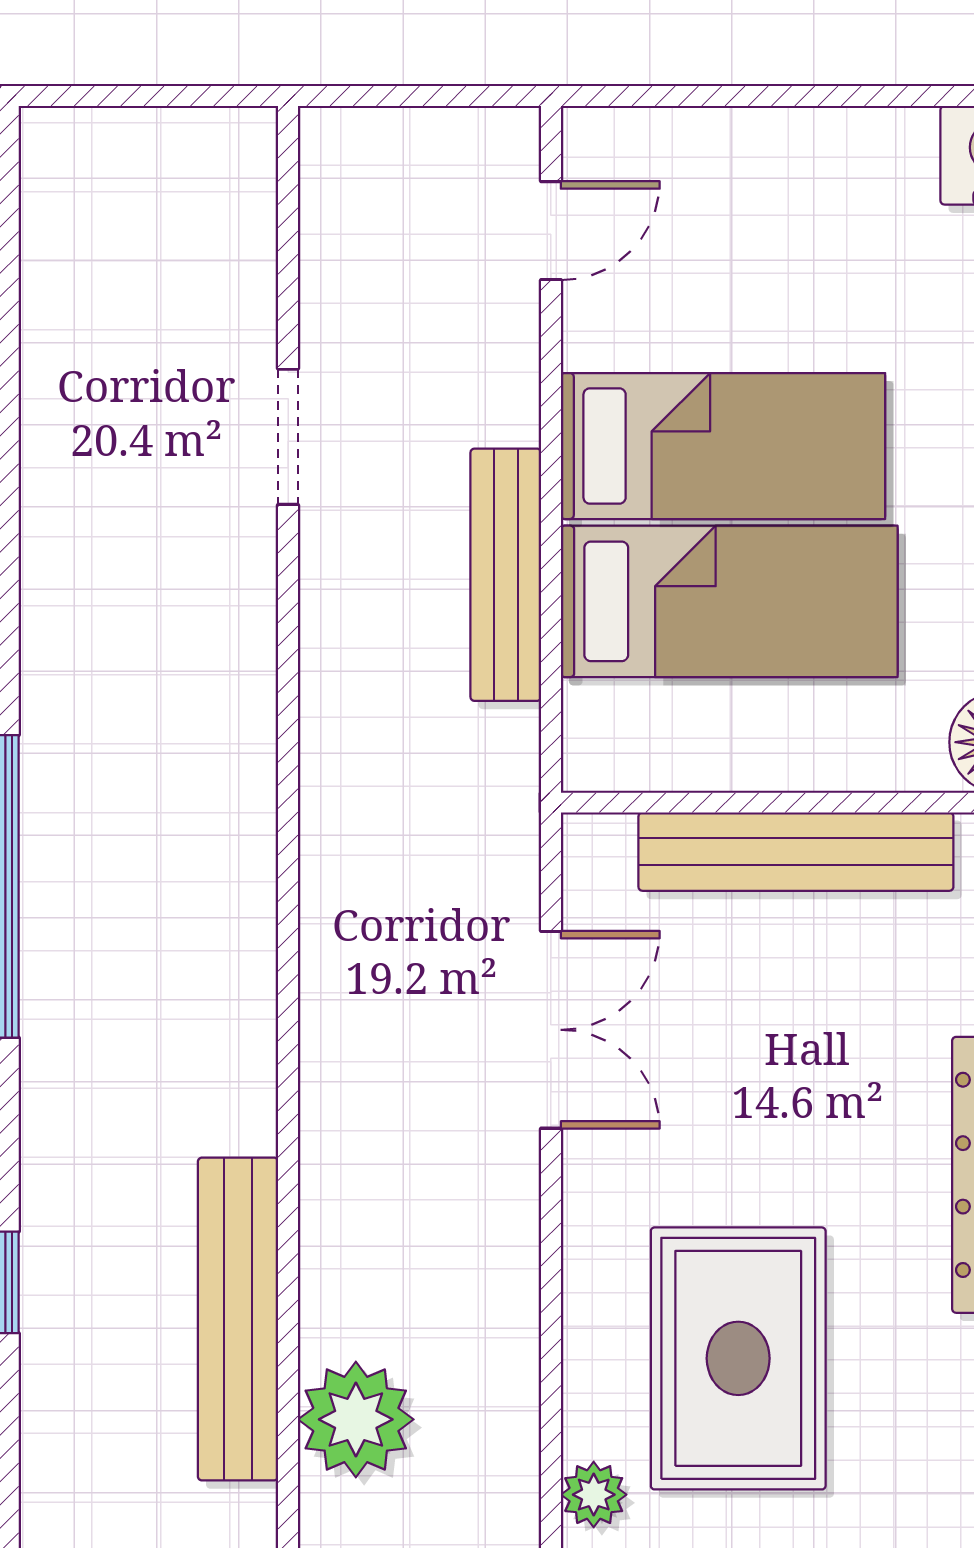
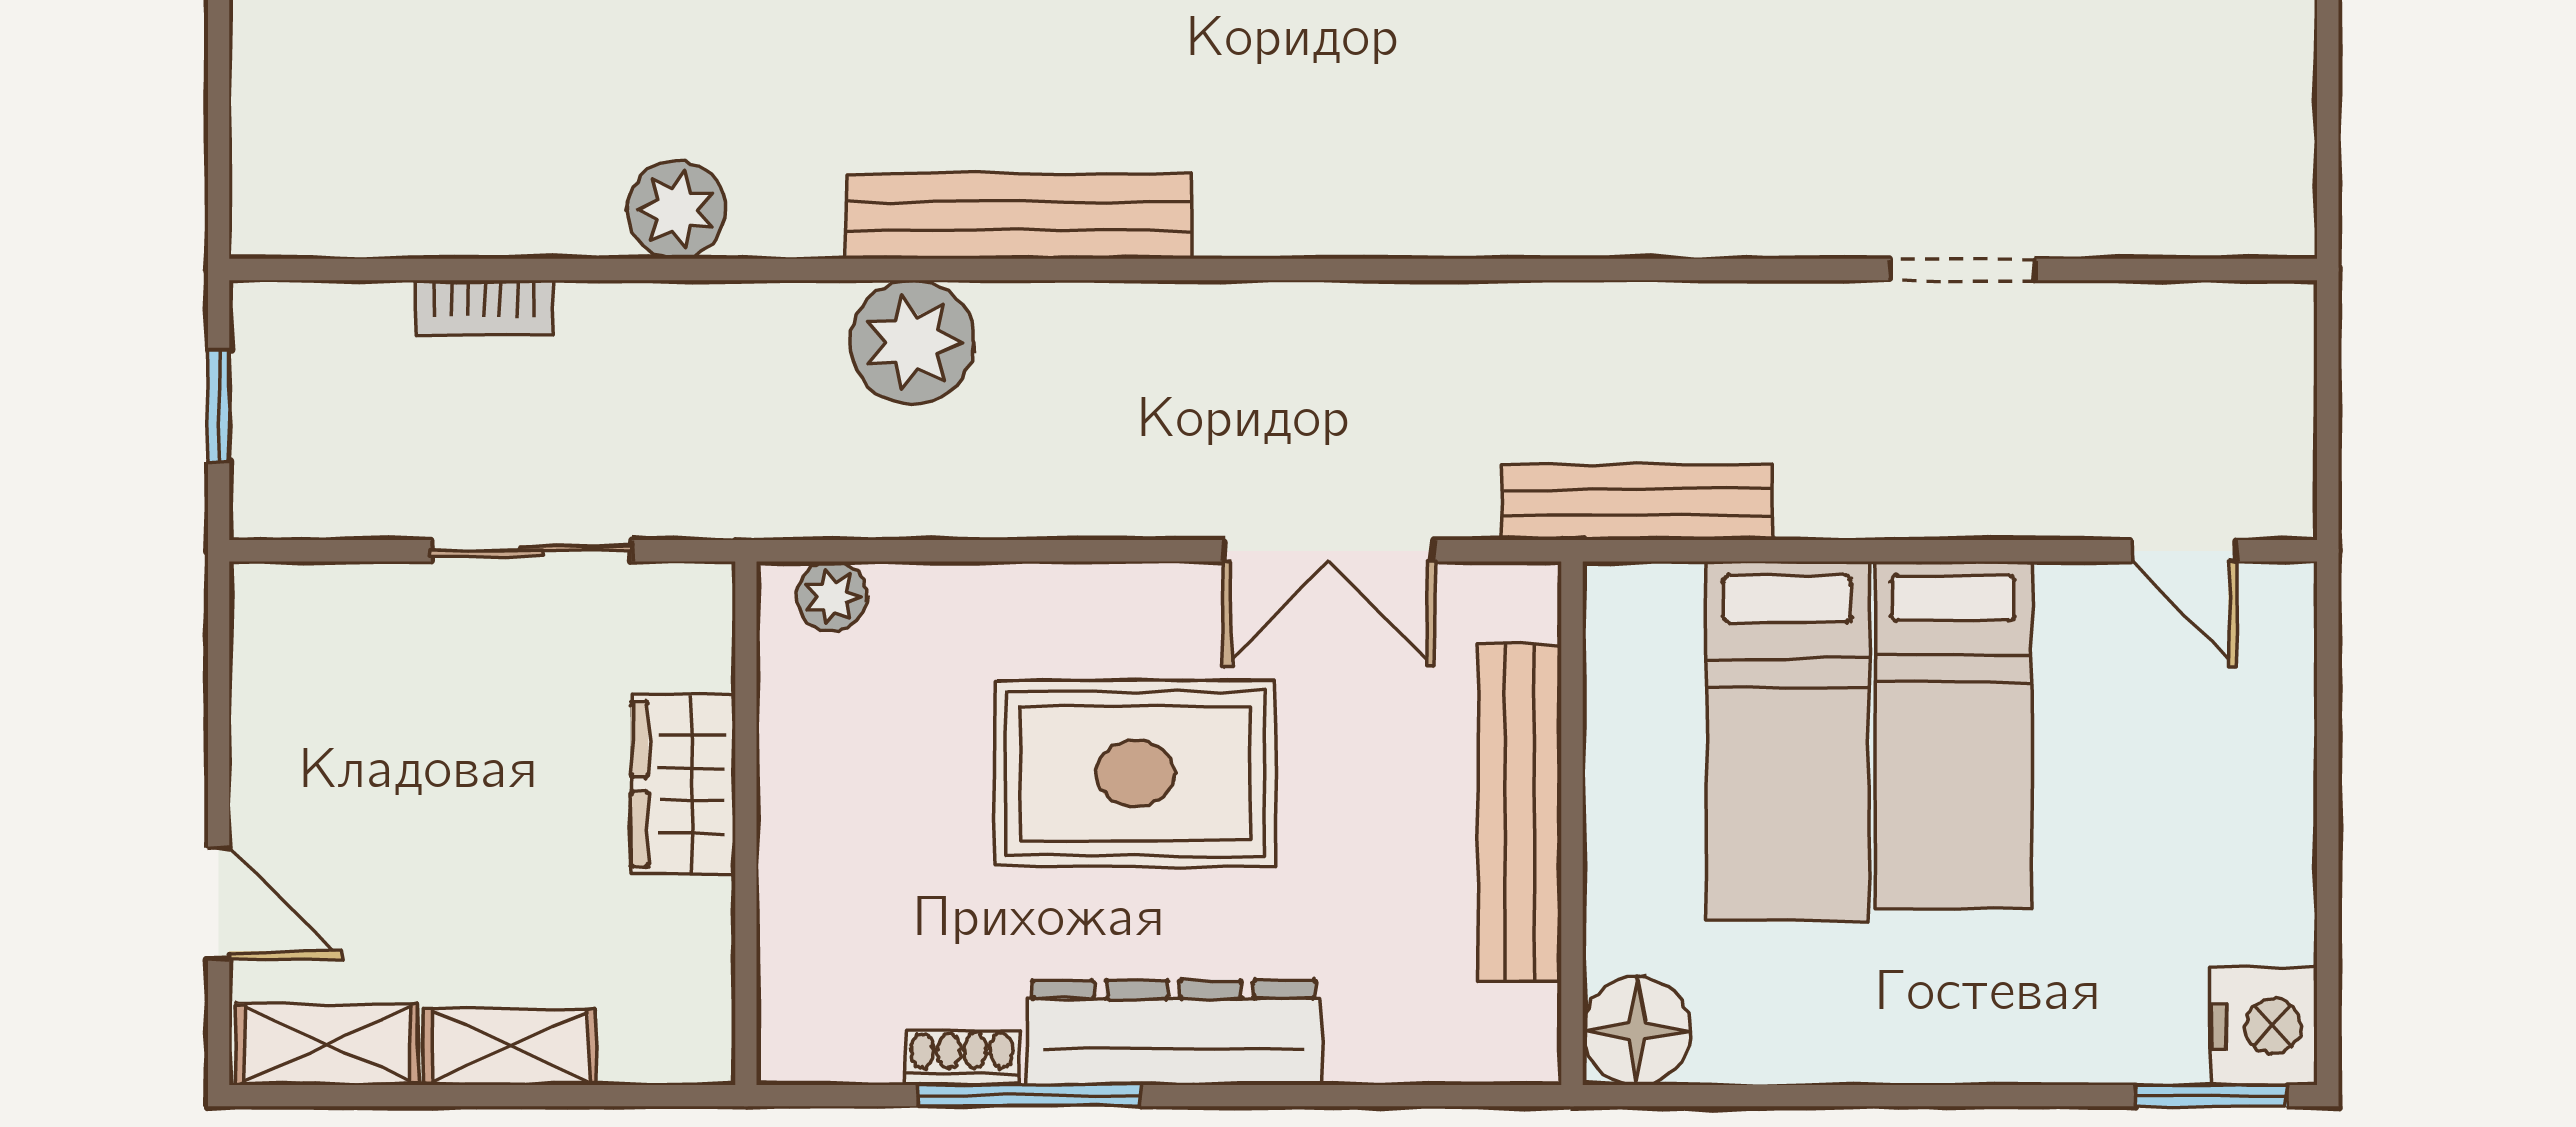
bench: (506, 575) -> (1637, 502), moved
rug: (738, 1358) -> (1135, 773), moved

